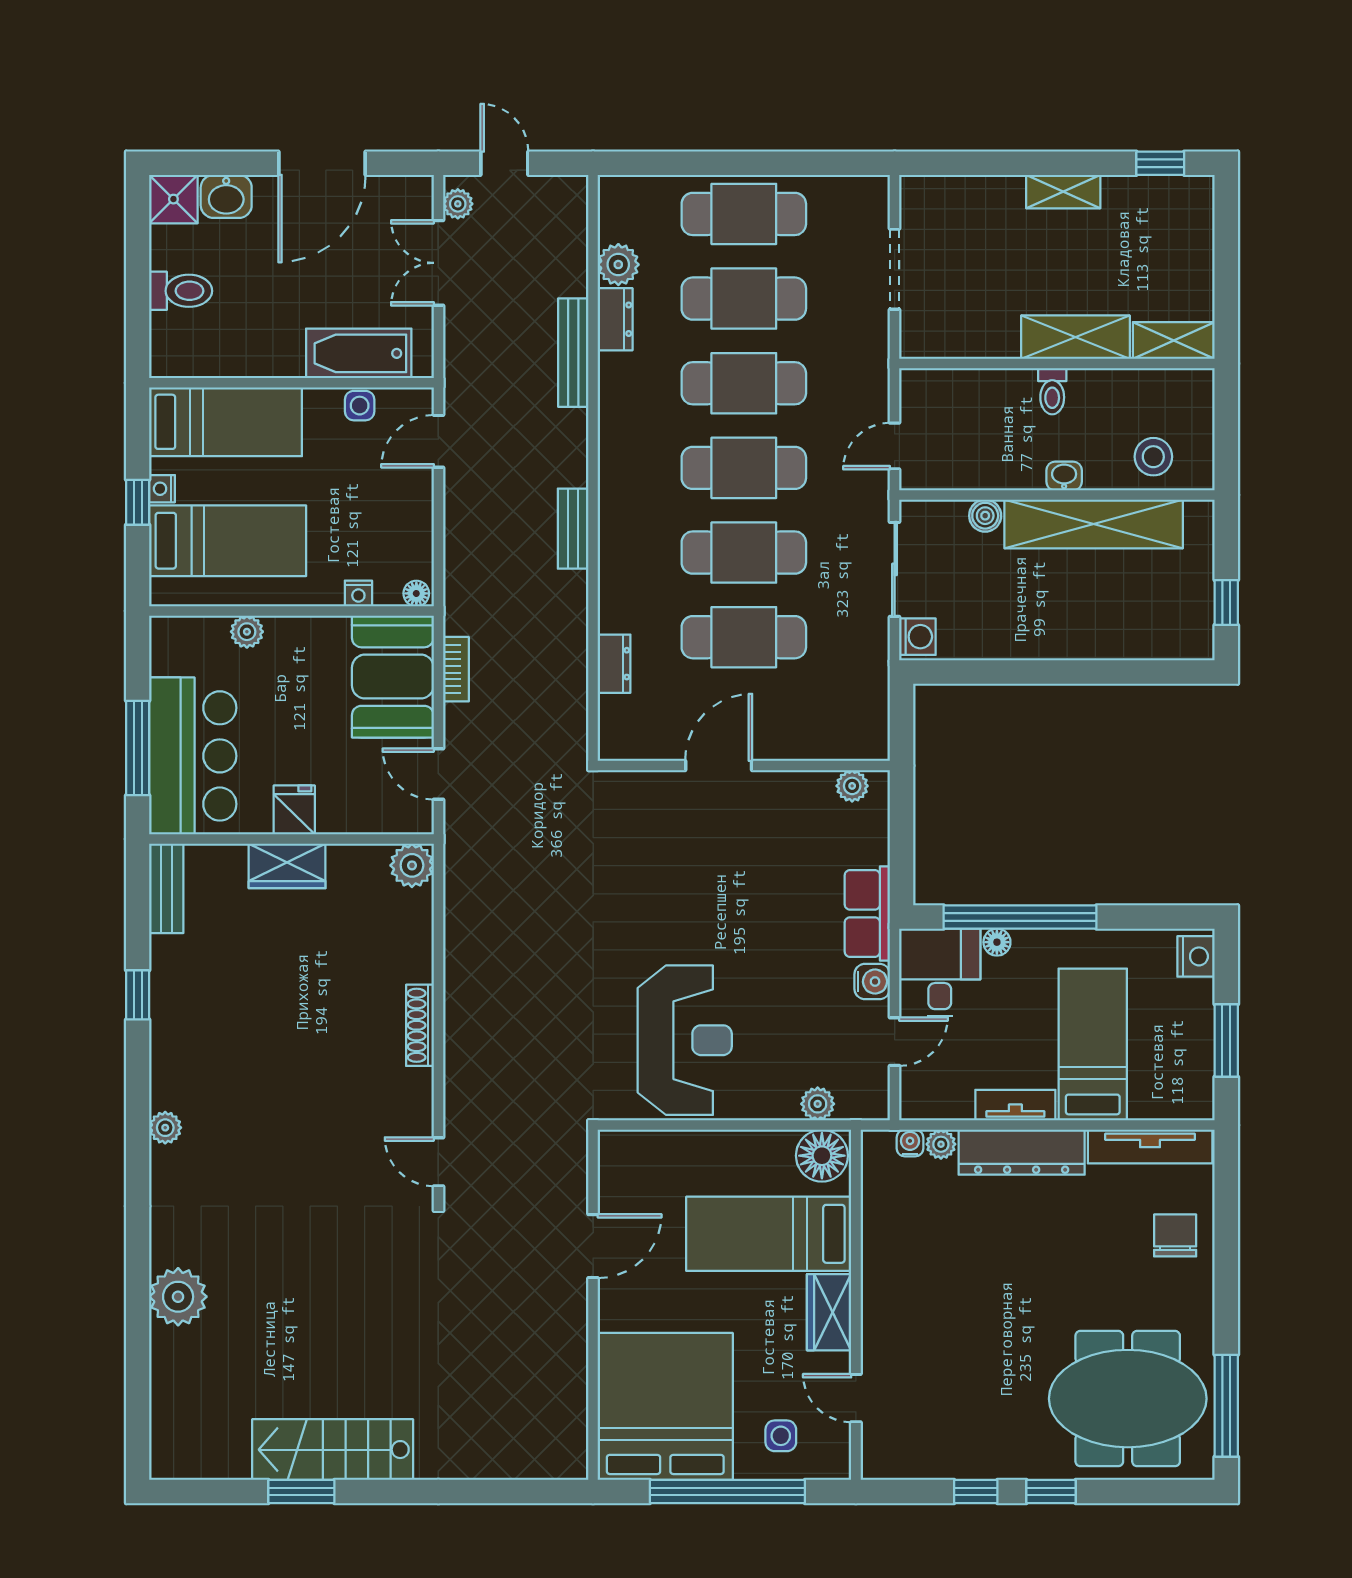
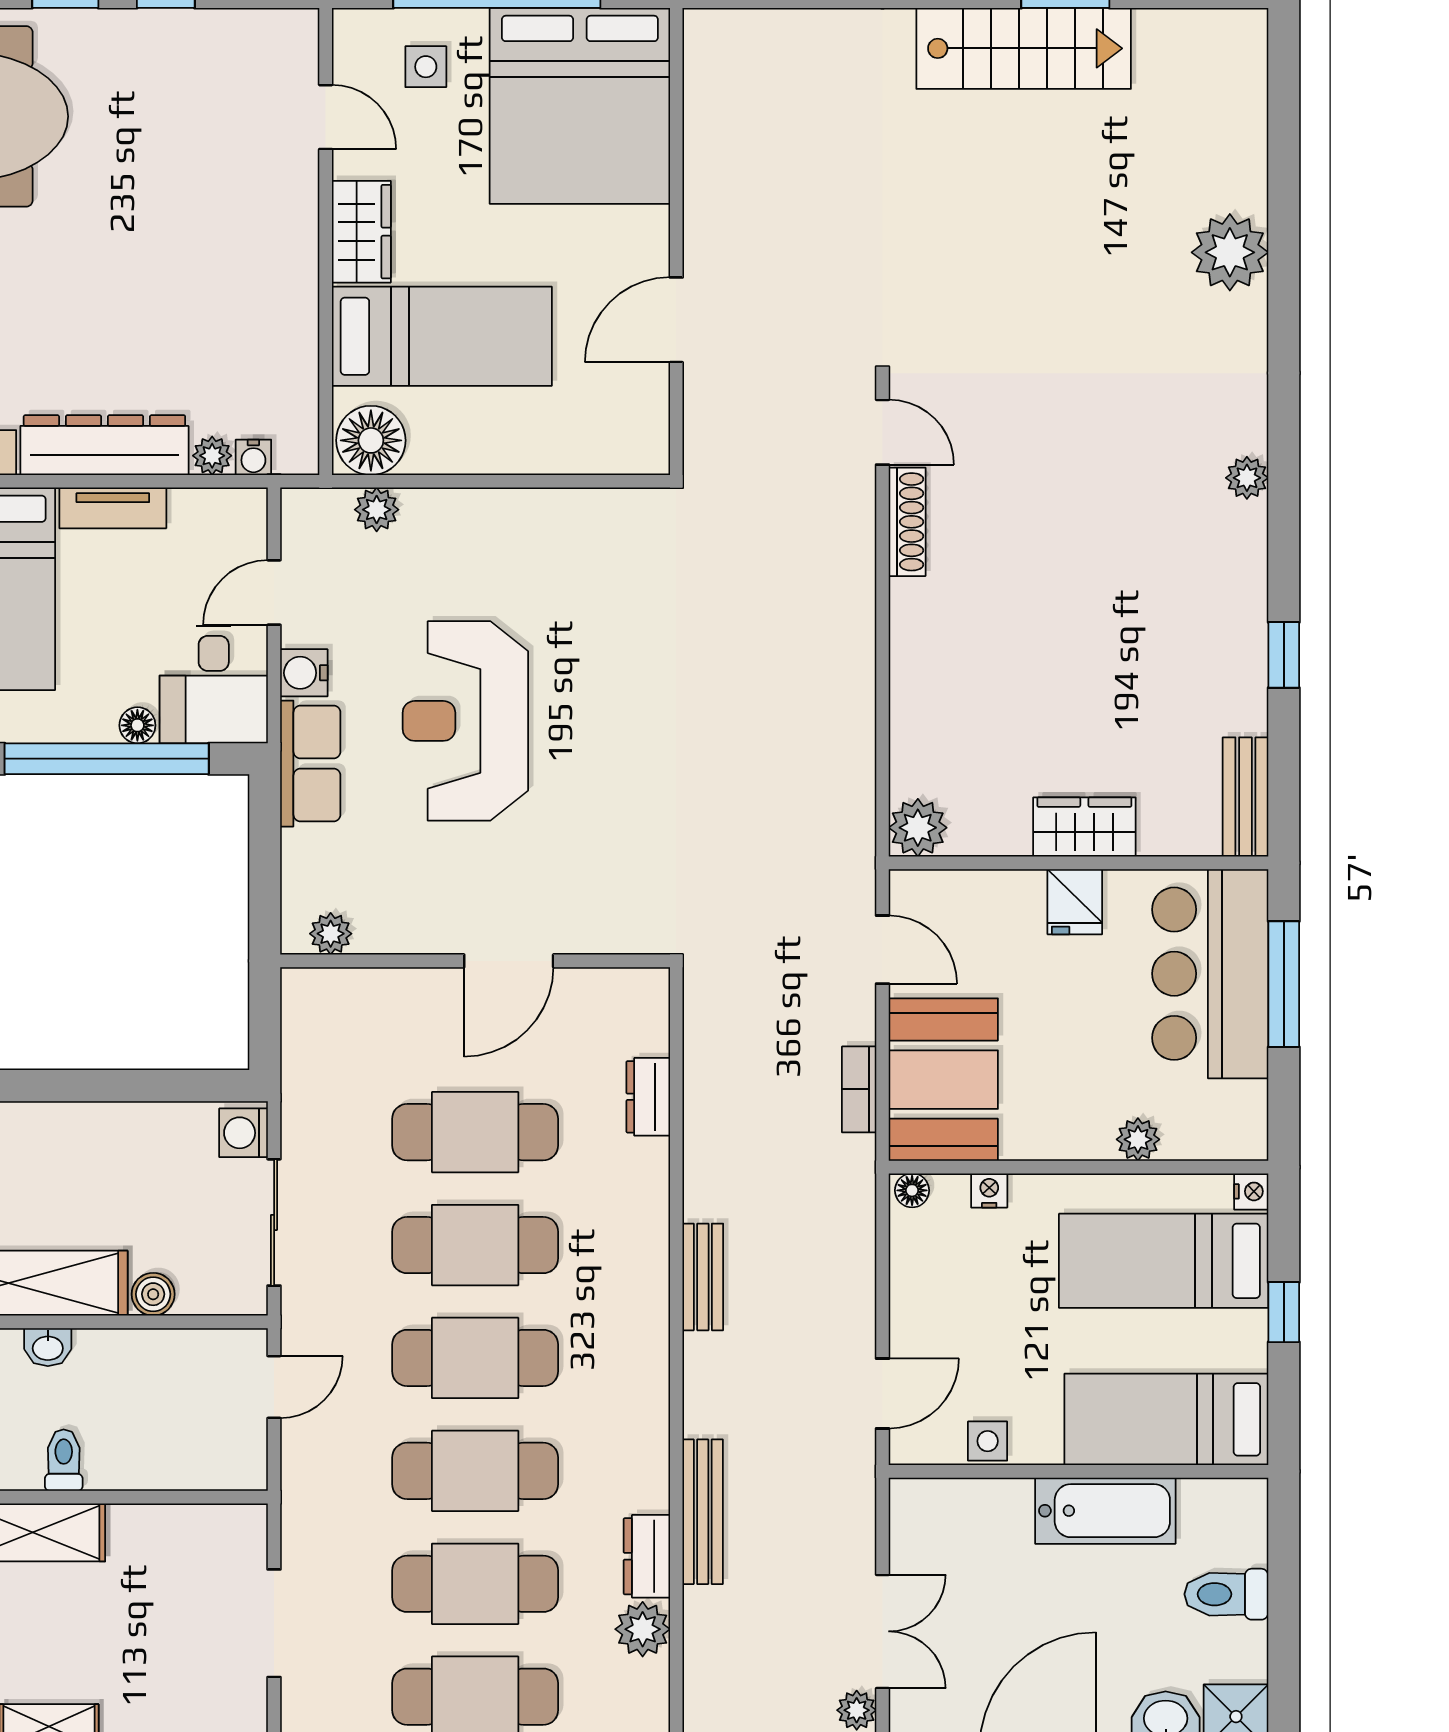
bathtub: (359, 353) -> (1105, 1511), moved
nightstand: (162, 489) -> (1251, 1191), moved
shoe rack: (420, 1025) -> (907, 522), moved
reception desk: (685, 1040) -> (465, 721), moved

